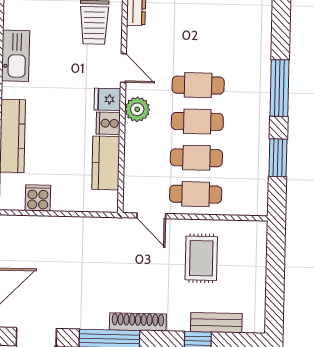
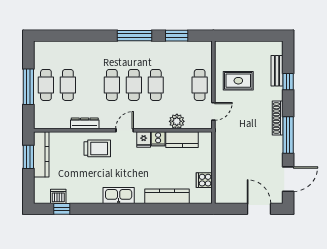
plant: (137, 109) -> (177, 121), moved
cafe table: (196, 158) -> (112, 85), moved

